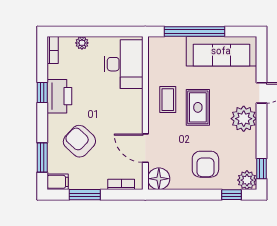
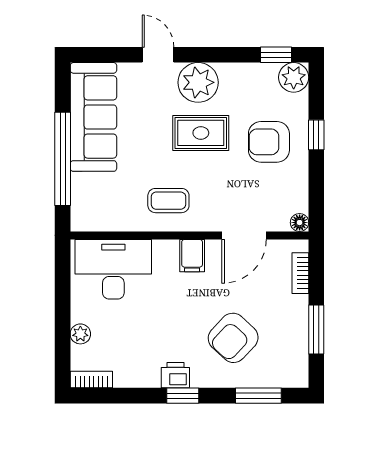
window: (42, 93) -> (183, 396), moved
printer: (59, 96) -> (175, 375), width x0.53, depth x0.68
rug: (198, 107) -> (201, 133), moved
armchair: (205, 164) -> (269, 142), turned 180
floor lamp: (159, 179) -> (300, 223), width x0.53, depth x0.53
filing cabinet: (58, 182) -> (192, 256), moved, turned 180
window: (231, 195) -> (316, 135), moved

